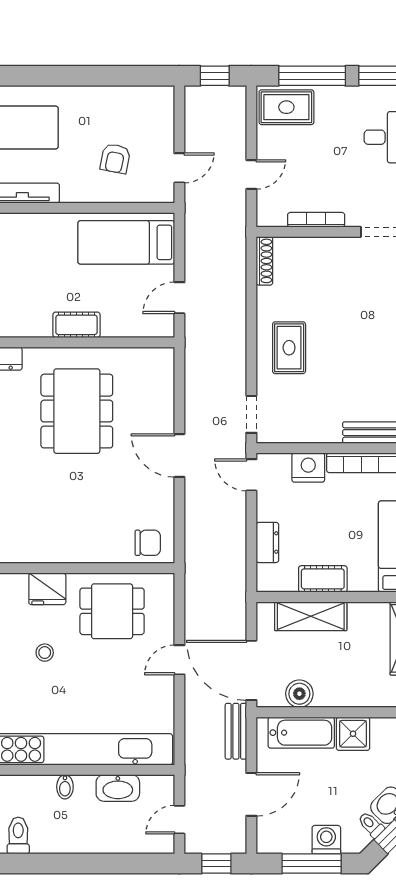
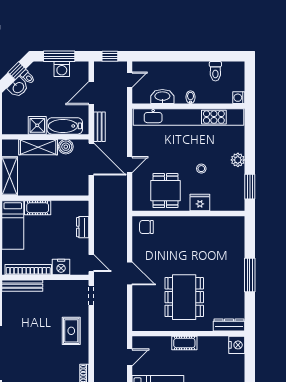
cot: (323, 579) -> (38, 208), moved
dining table: (112, 611) -> (165, 191), turned 90
shelving: (311, 616) -> (38, 147), moved
washing machine: (326, 840) -> (62, 69), moved

